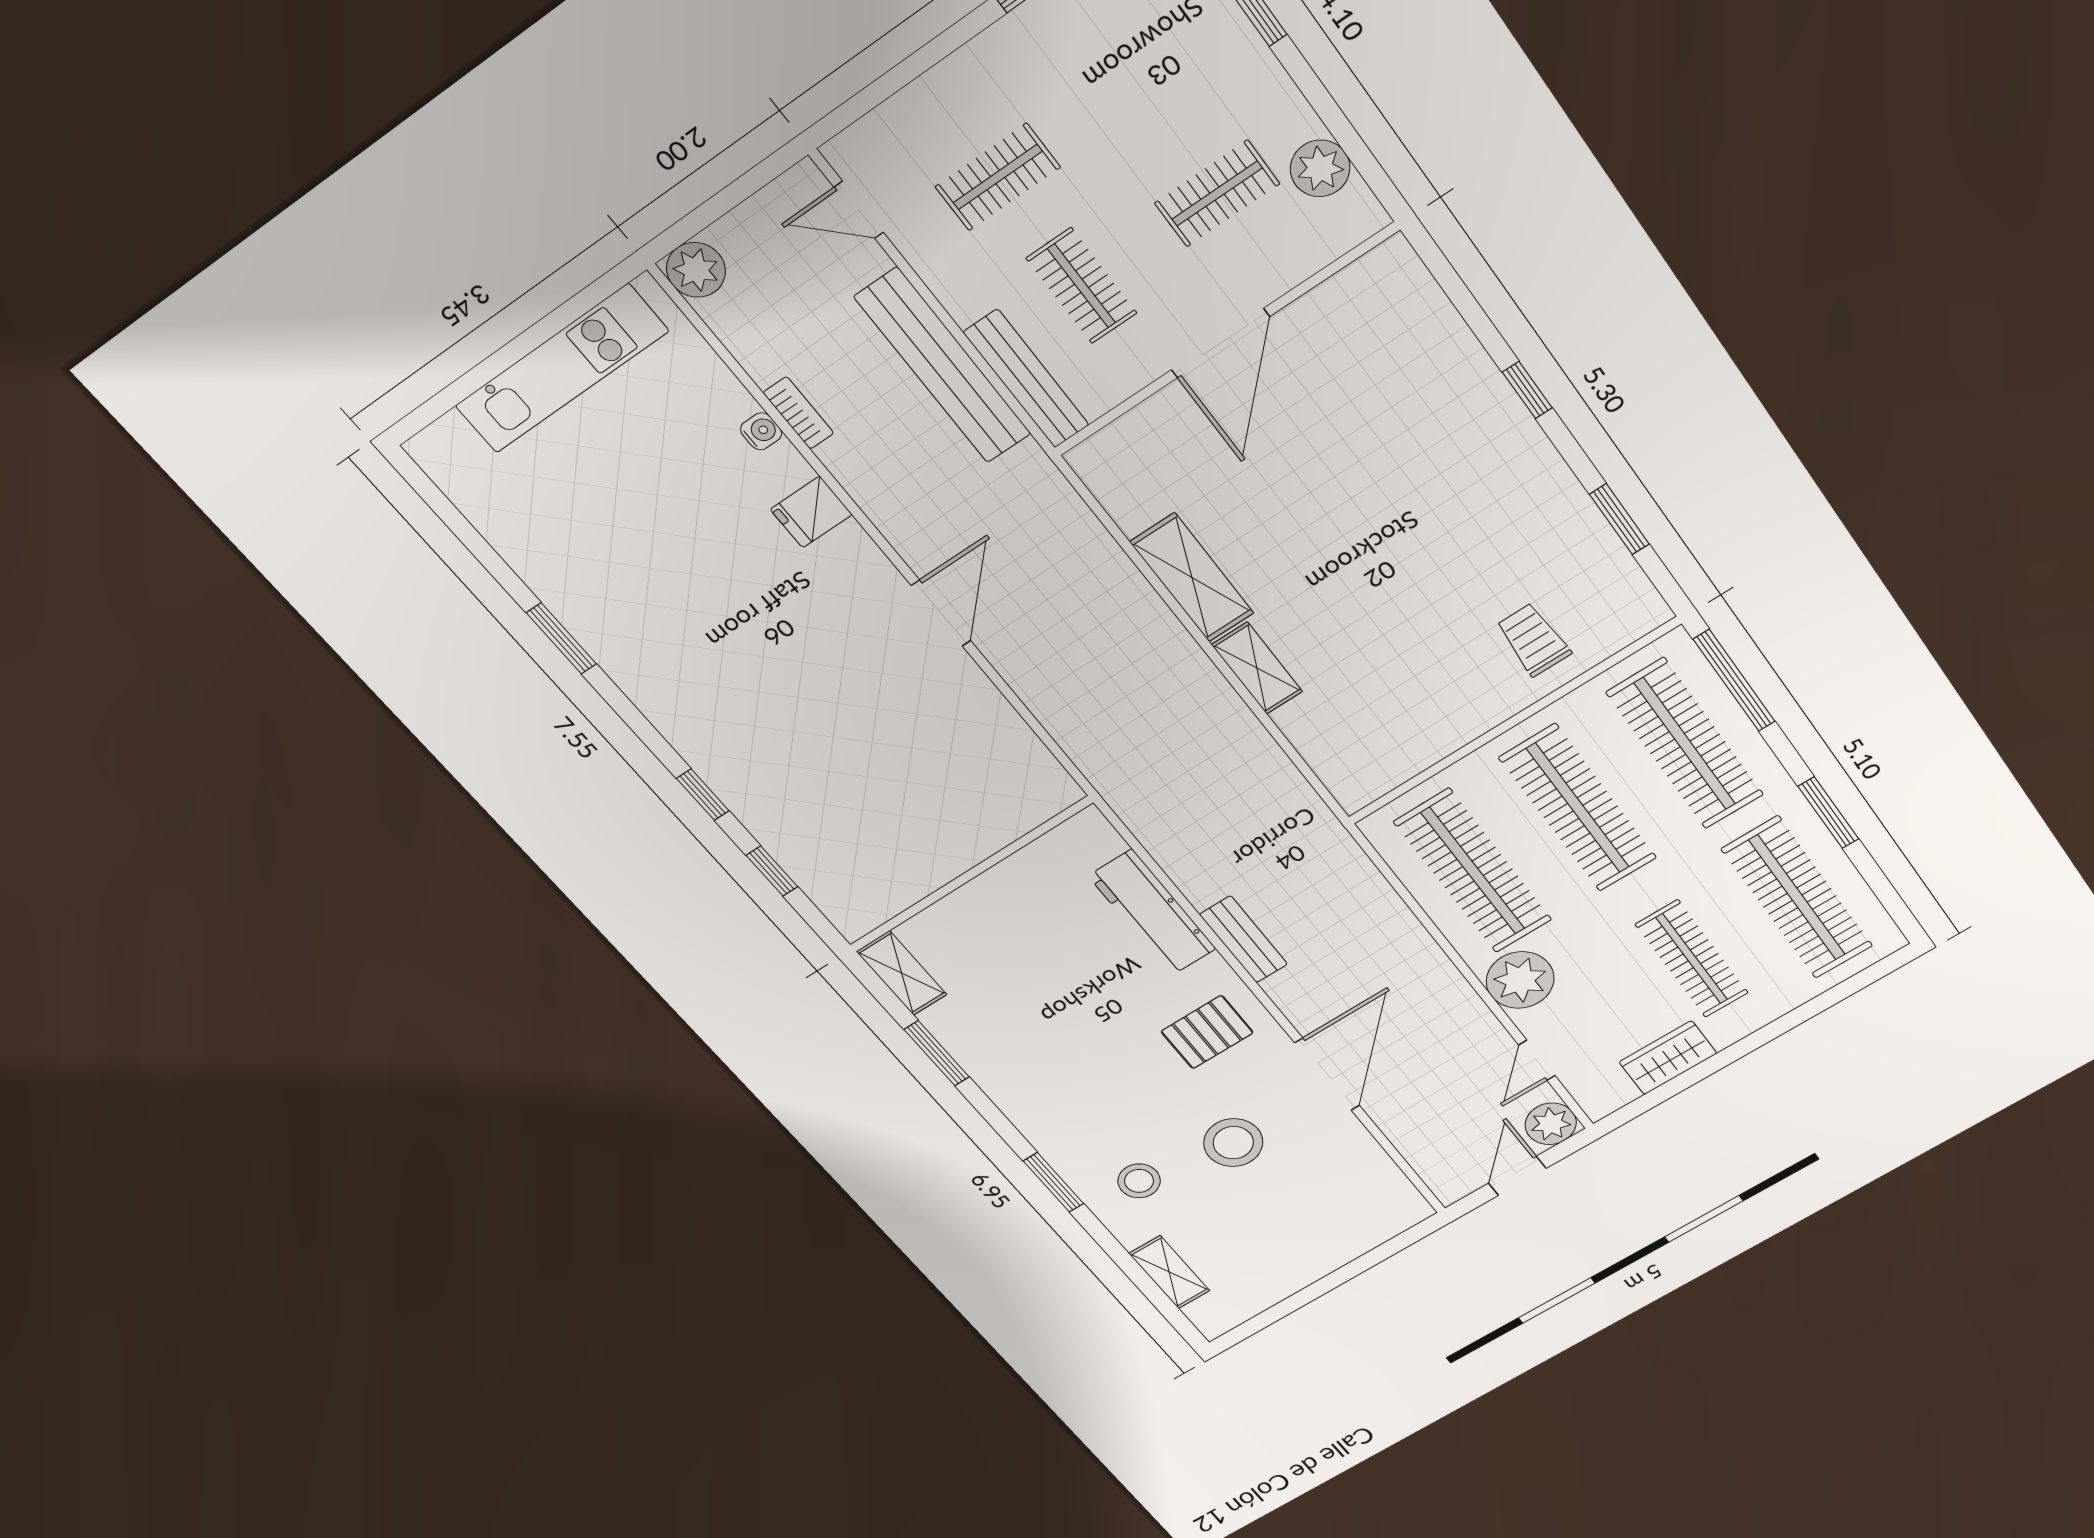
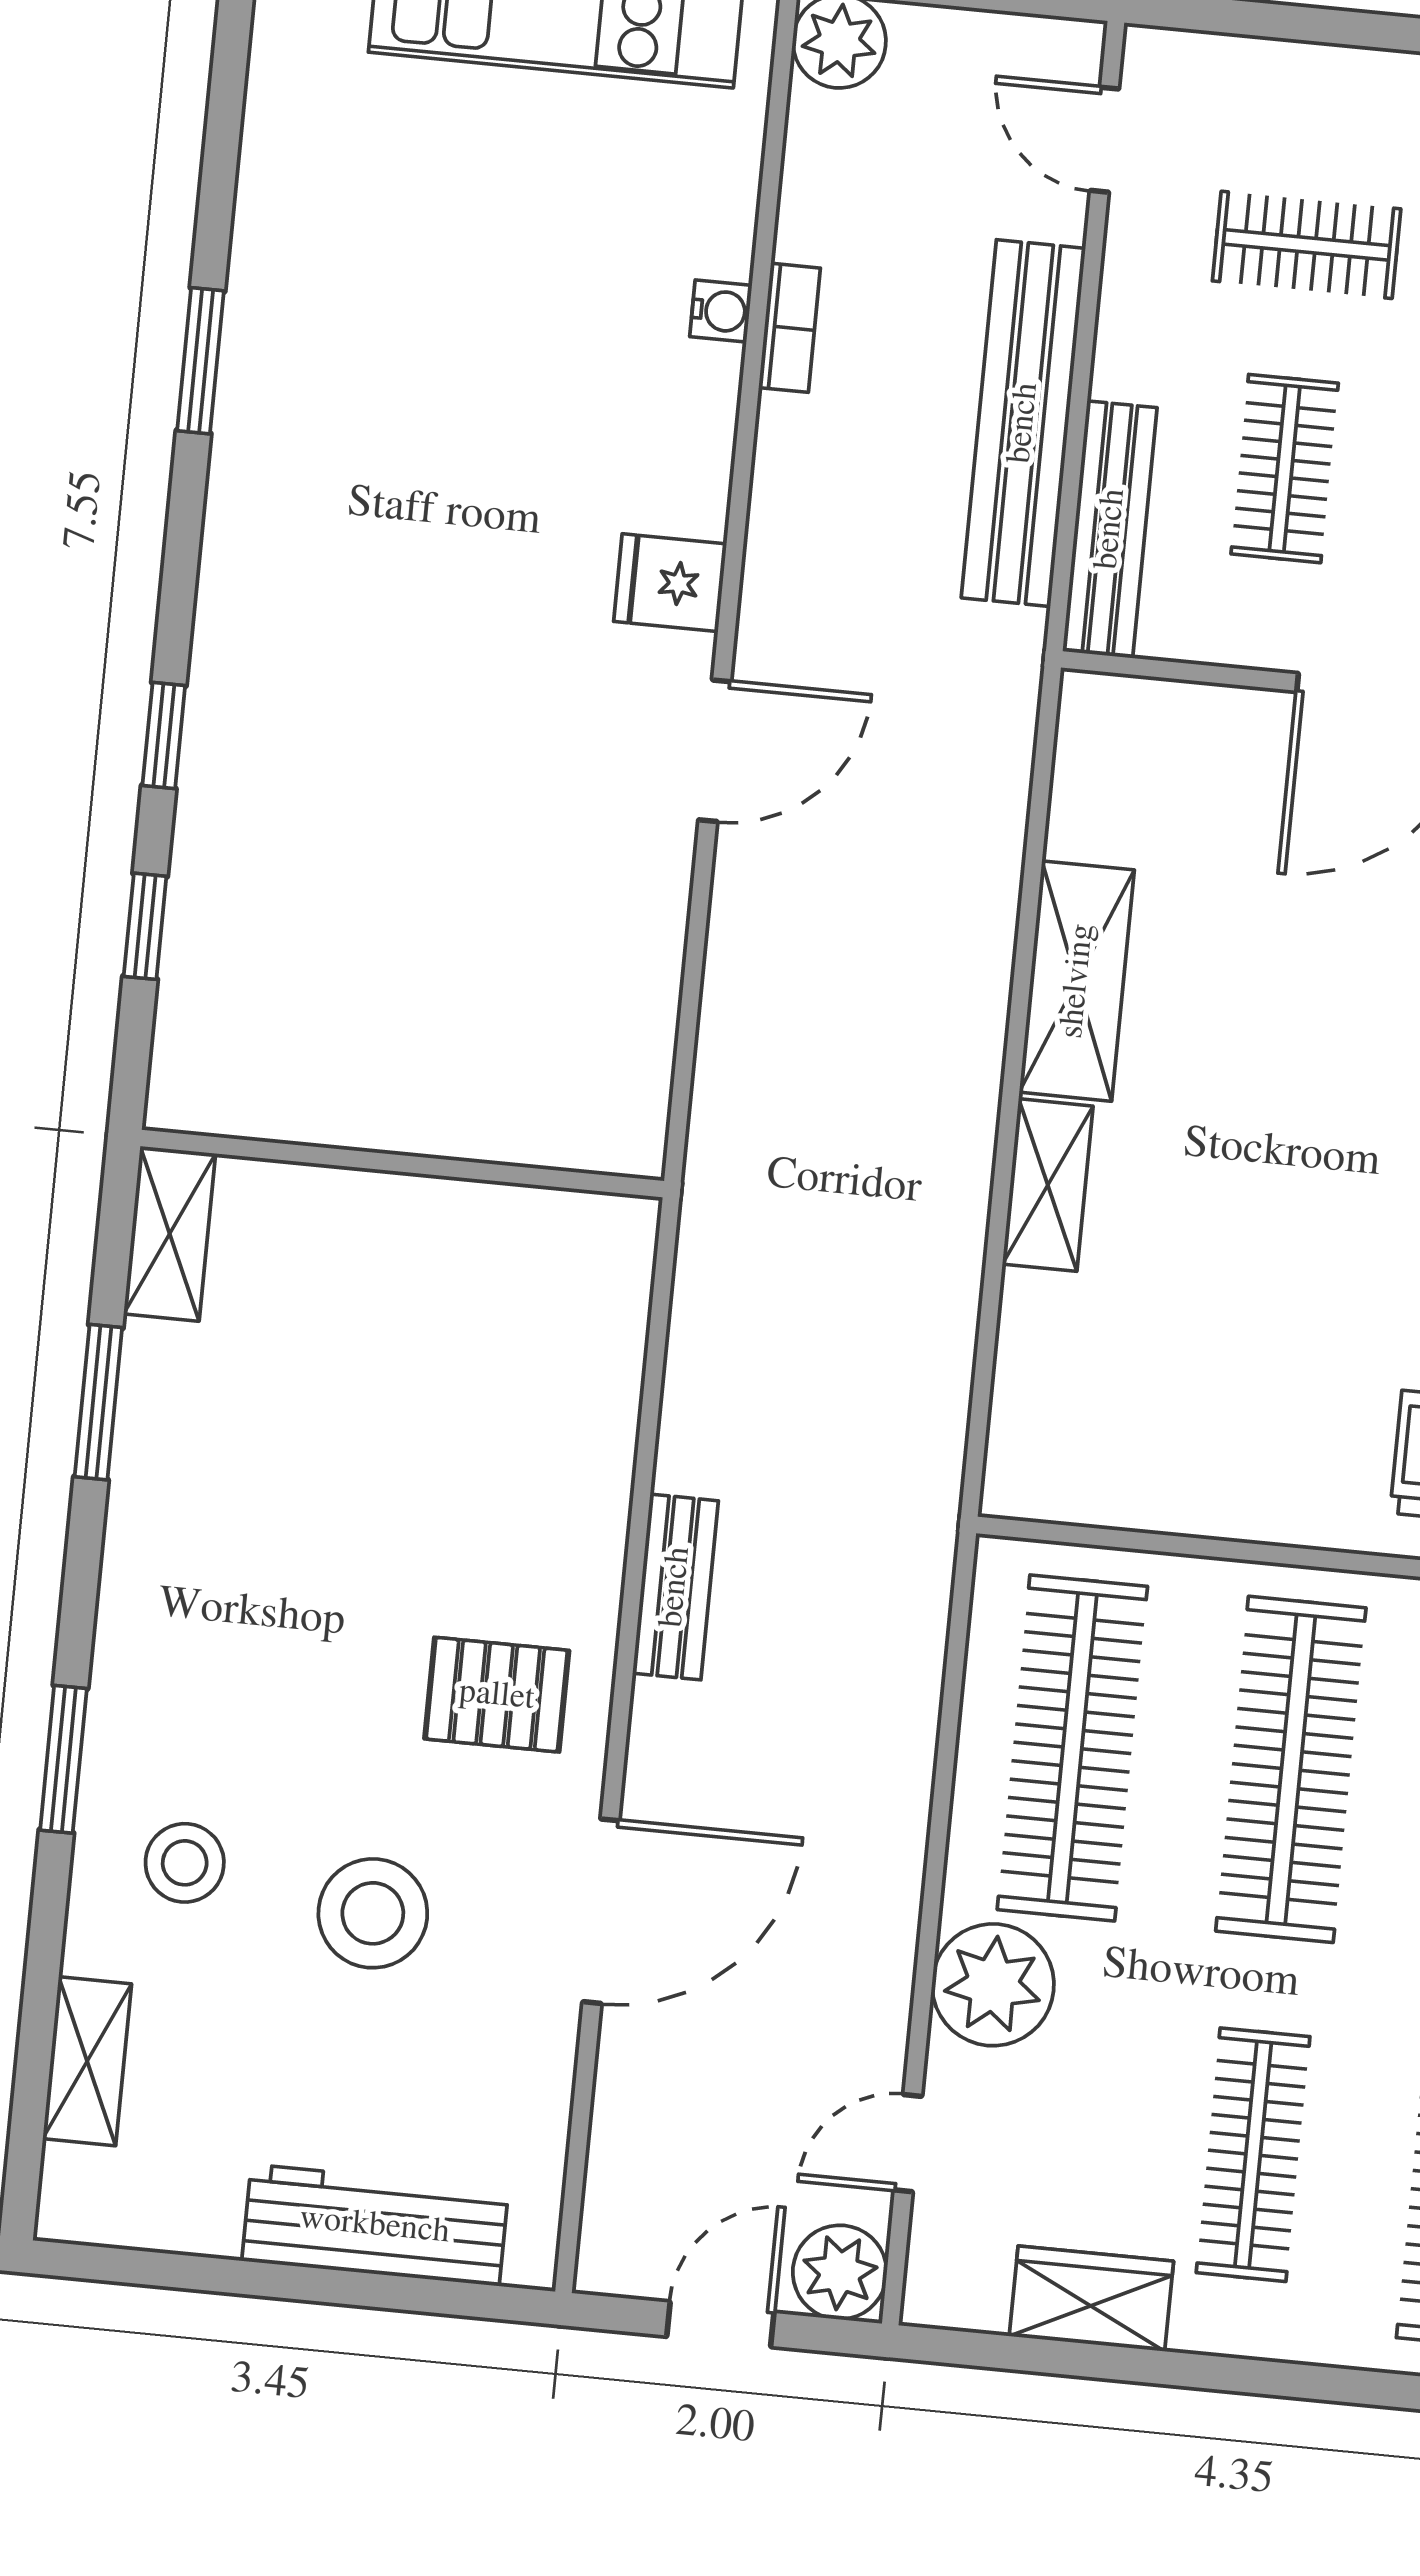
fridge: (811, 512) -> (670, 583), moved
workbench: (1152, 912) -> (375, 2225), moved, turned 90

